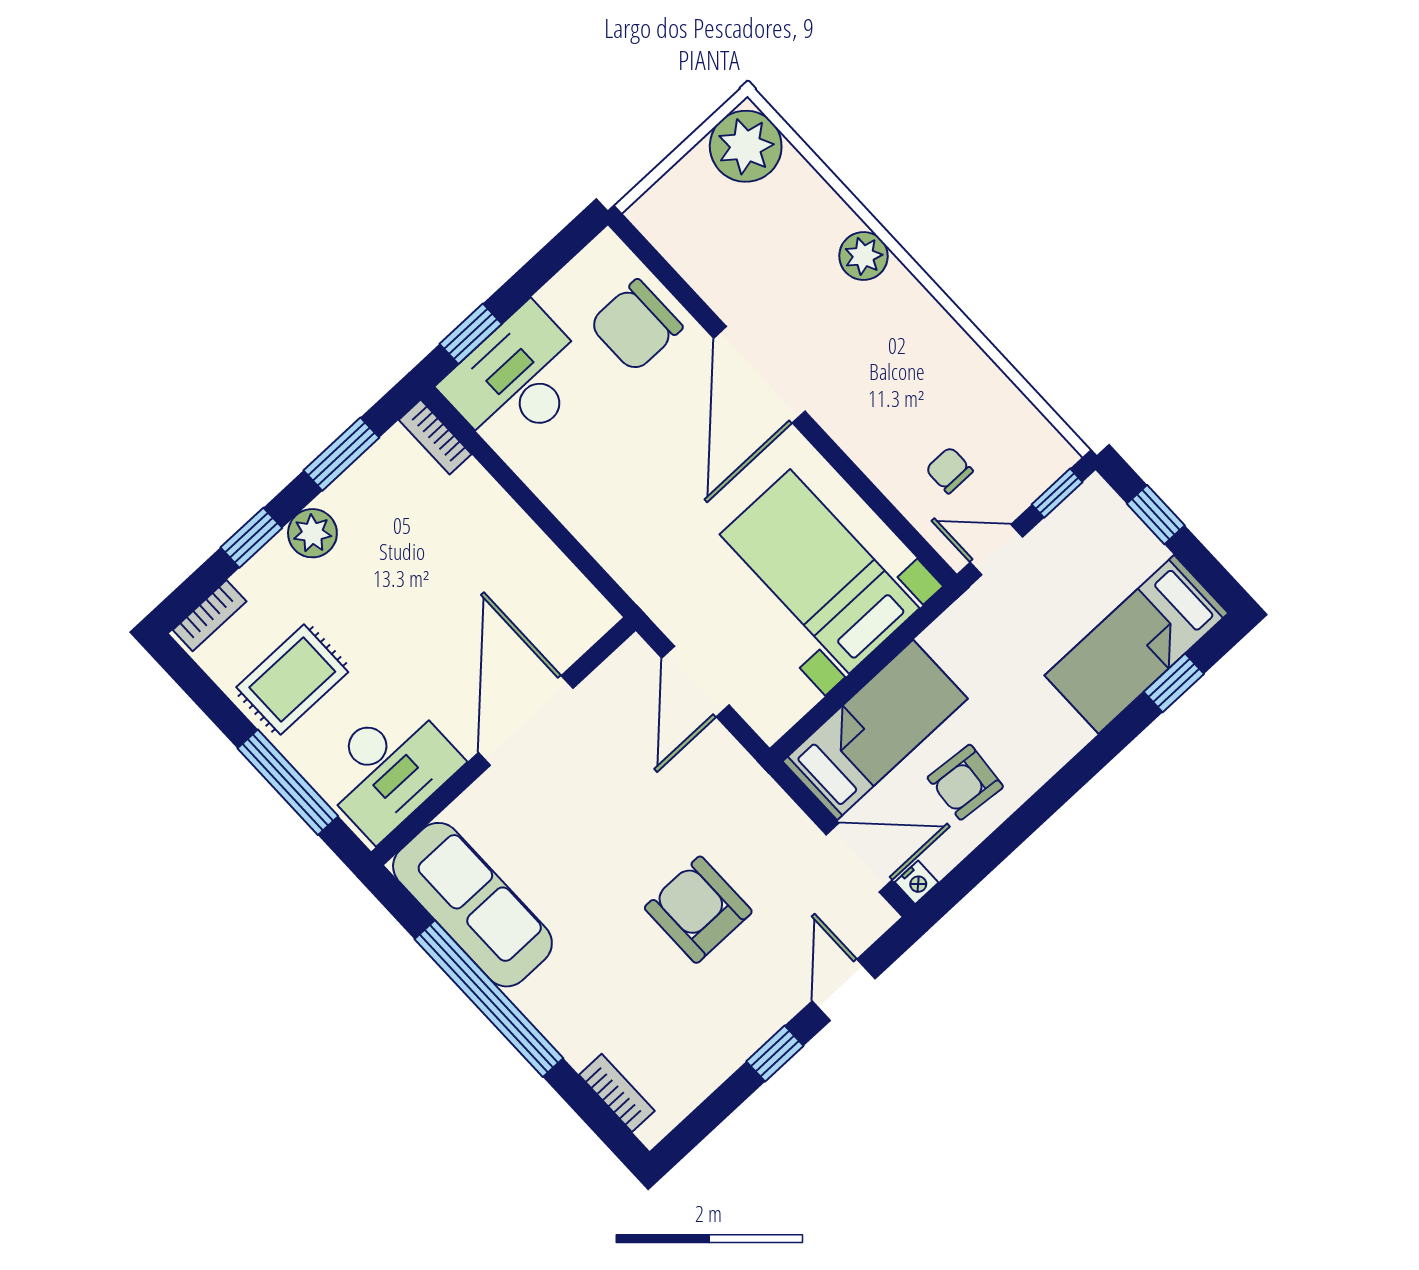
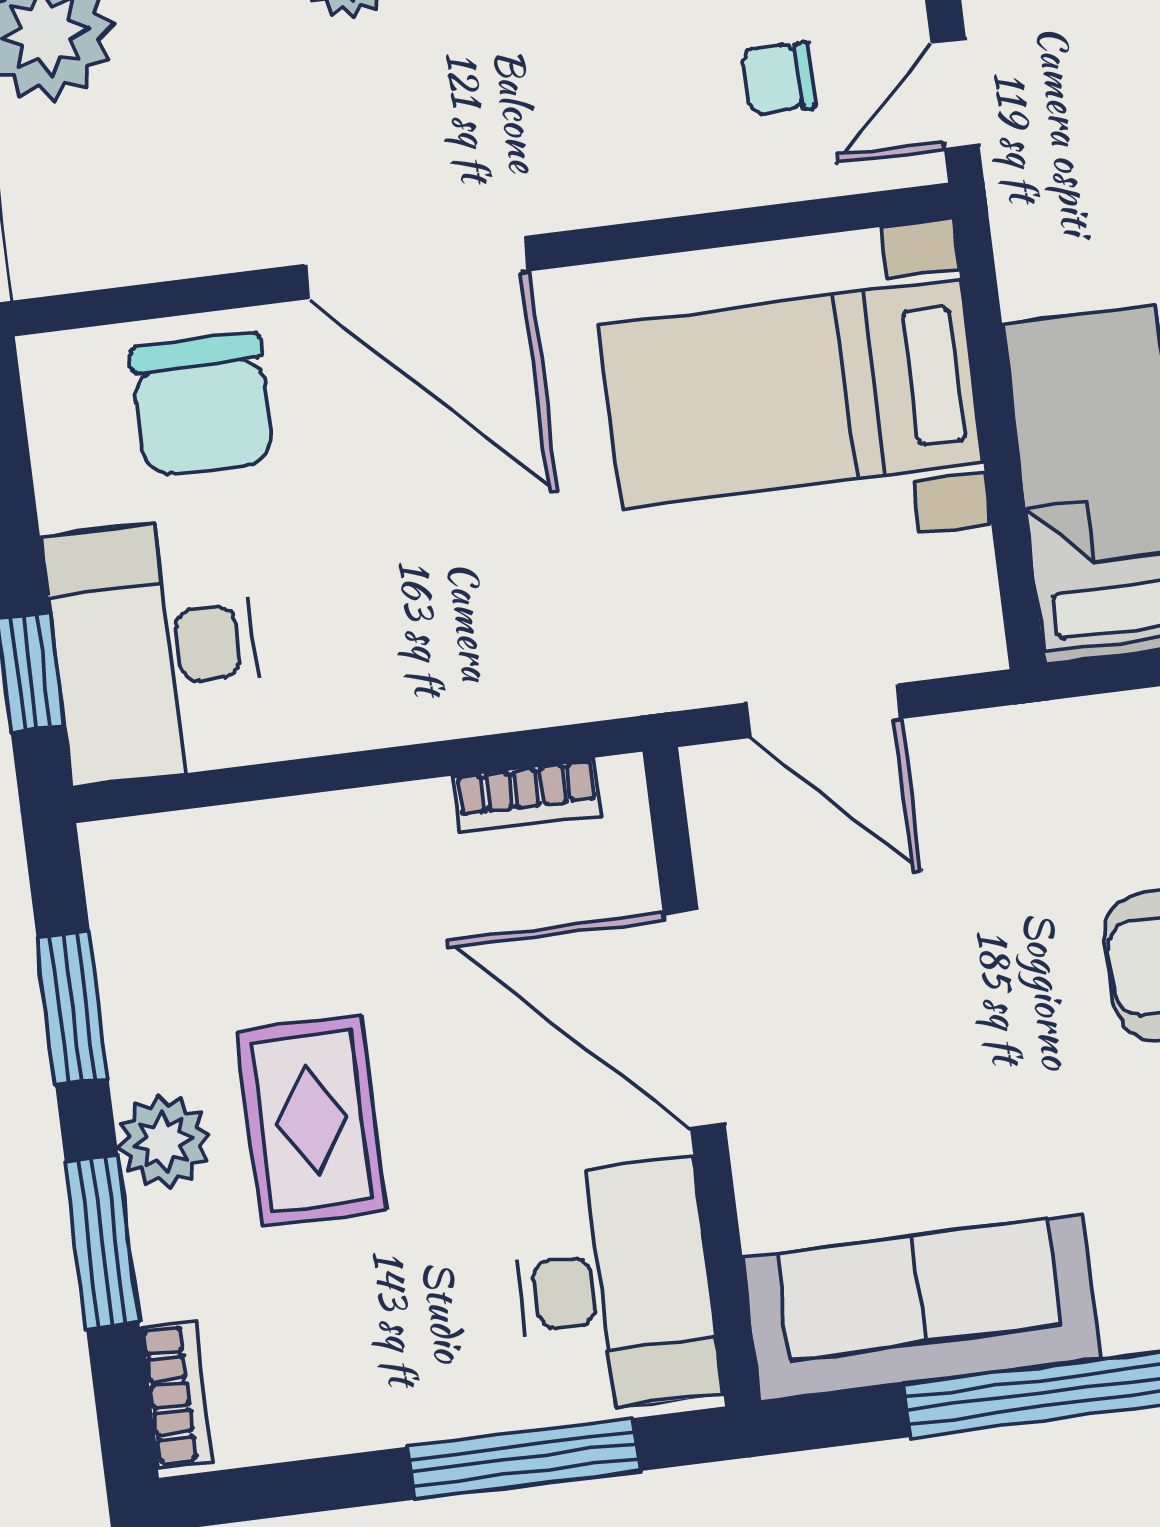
bookcase: (435, 437) -> (527, 795), moved
window: (251, 538) -> (102, 1242), width x1.50
rug: (292, 680) -> (311, 1121), moved

